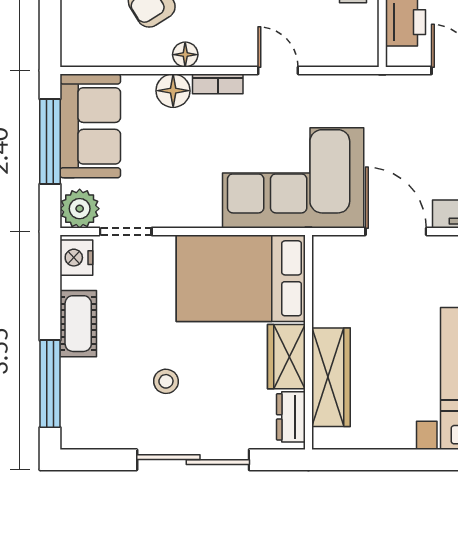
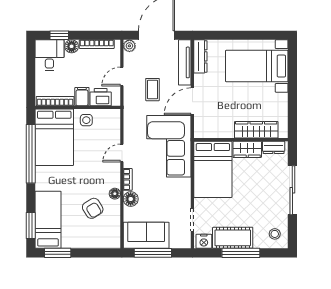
coffee table: (423, 140) -> (152, 90), added
plant: (80, 209) -> (182, 240), removed
cot: (78, 324) -> (233, 238), width x1.37, depth x1.34
stool: (166, 381) -> (275, 234), moved
window: (50, 384) -> (241, 253), moved

